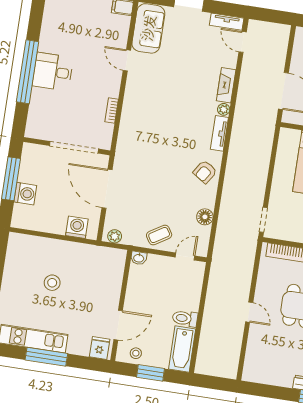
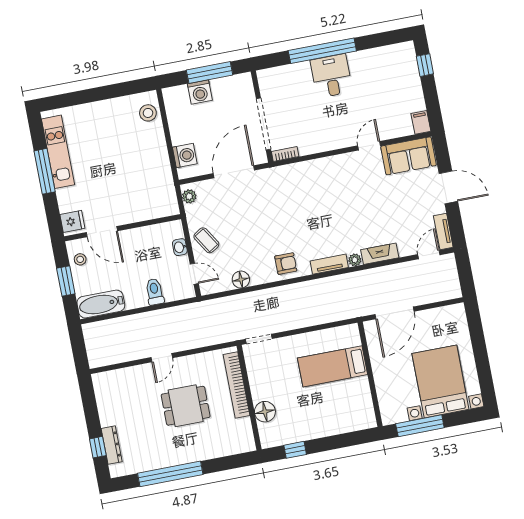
bookcase: (112, 110) -> (285, 154), moved
armchair: (205, 172) -> (286, 264), turned 147
washbasin: (139, 258) -> (180, 247), moved
stool: (52, 283) -> (148, 113), moved
toilet: (185, 318) -> (155, 292), moved

